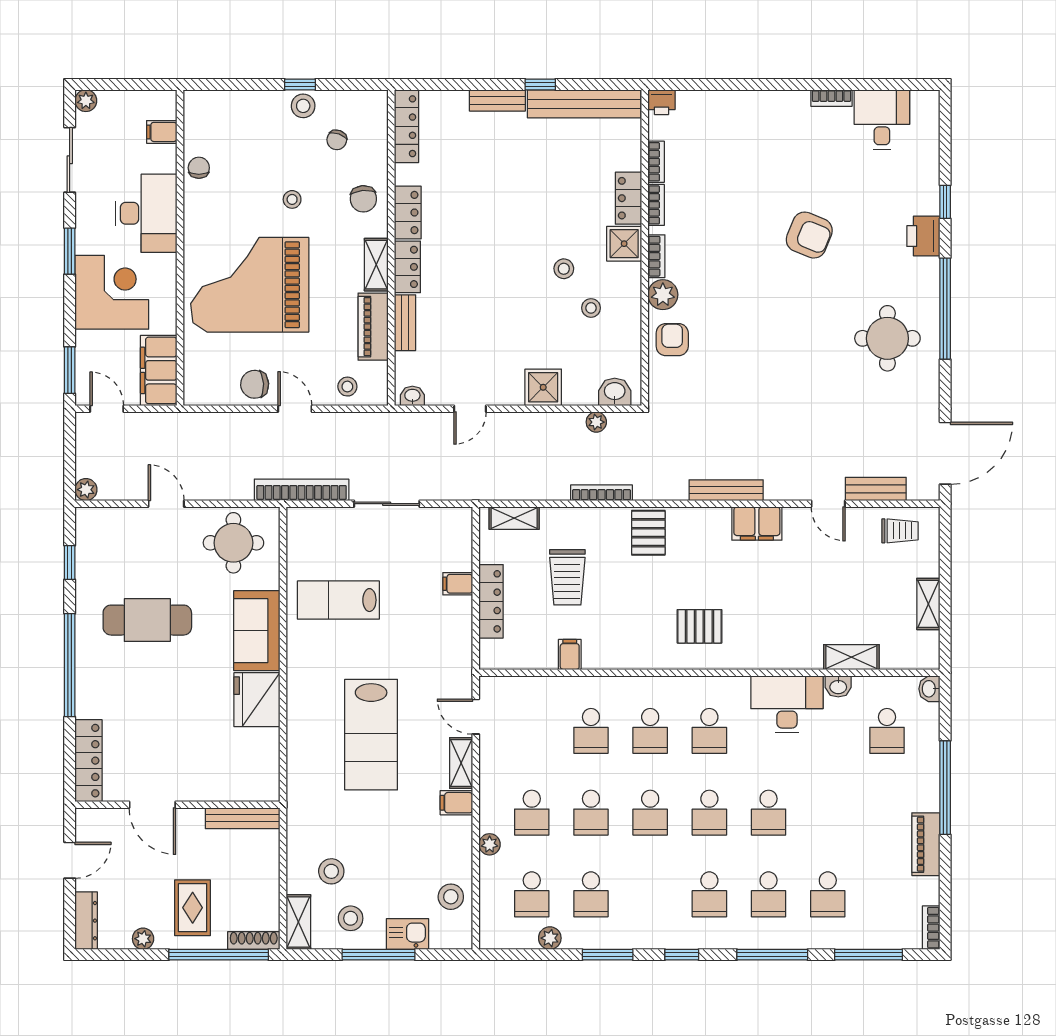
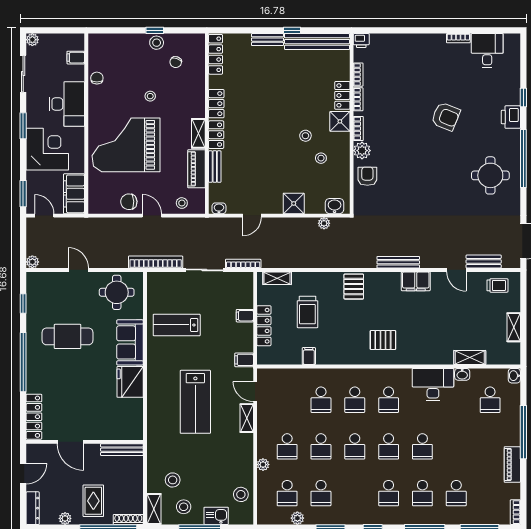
chair: (363, 199) -> (191, 96), removed
bookcase: (602, 493) -> (243, 264), moved
filing cabinet: (456, 803) -> (244, 360), moved

